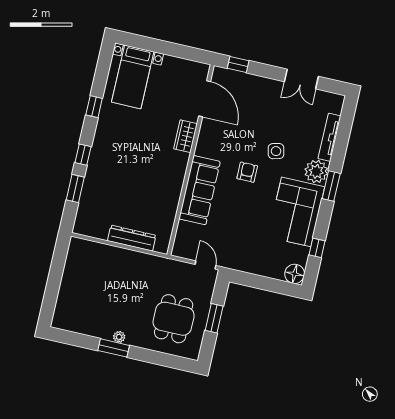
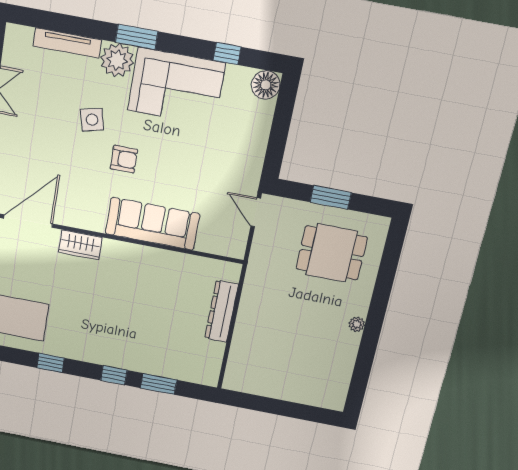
armchair: (247, 172) -> (124, 159), turned 180
door: (205, 265) -> (256, 212), hinge flipped
window: (114, 348) -> (372, 331), removed

